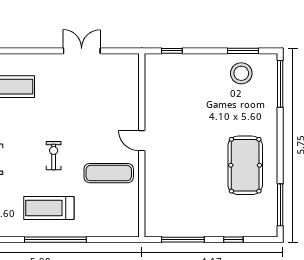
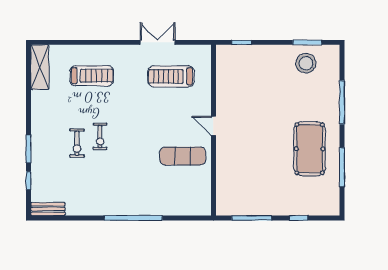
window: (280, 84) -> (342, 102), moved
exercise bike: (54, 156) -> (100, 136), moved, turned 180
window: (280, 205) -> (342, 167), moved
treadmill: (49, 208) -> (171, 76), moved

